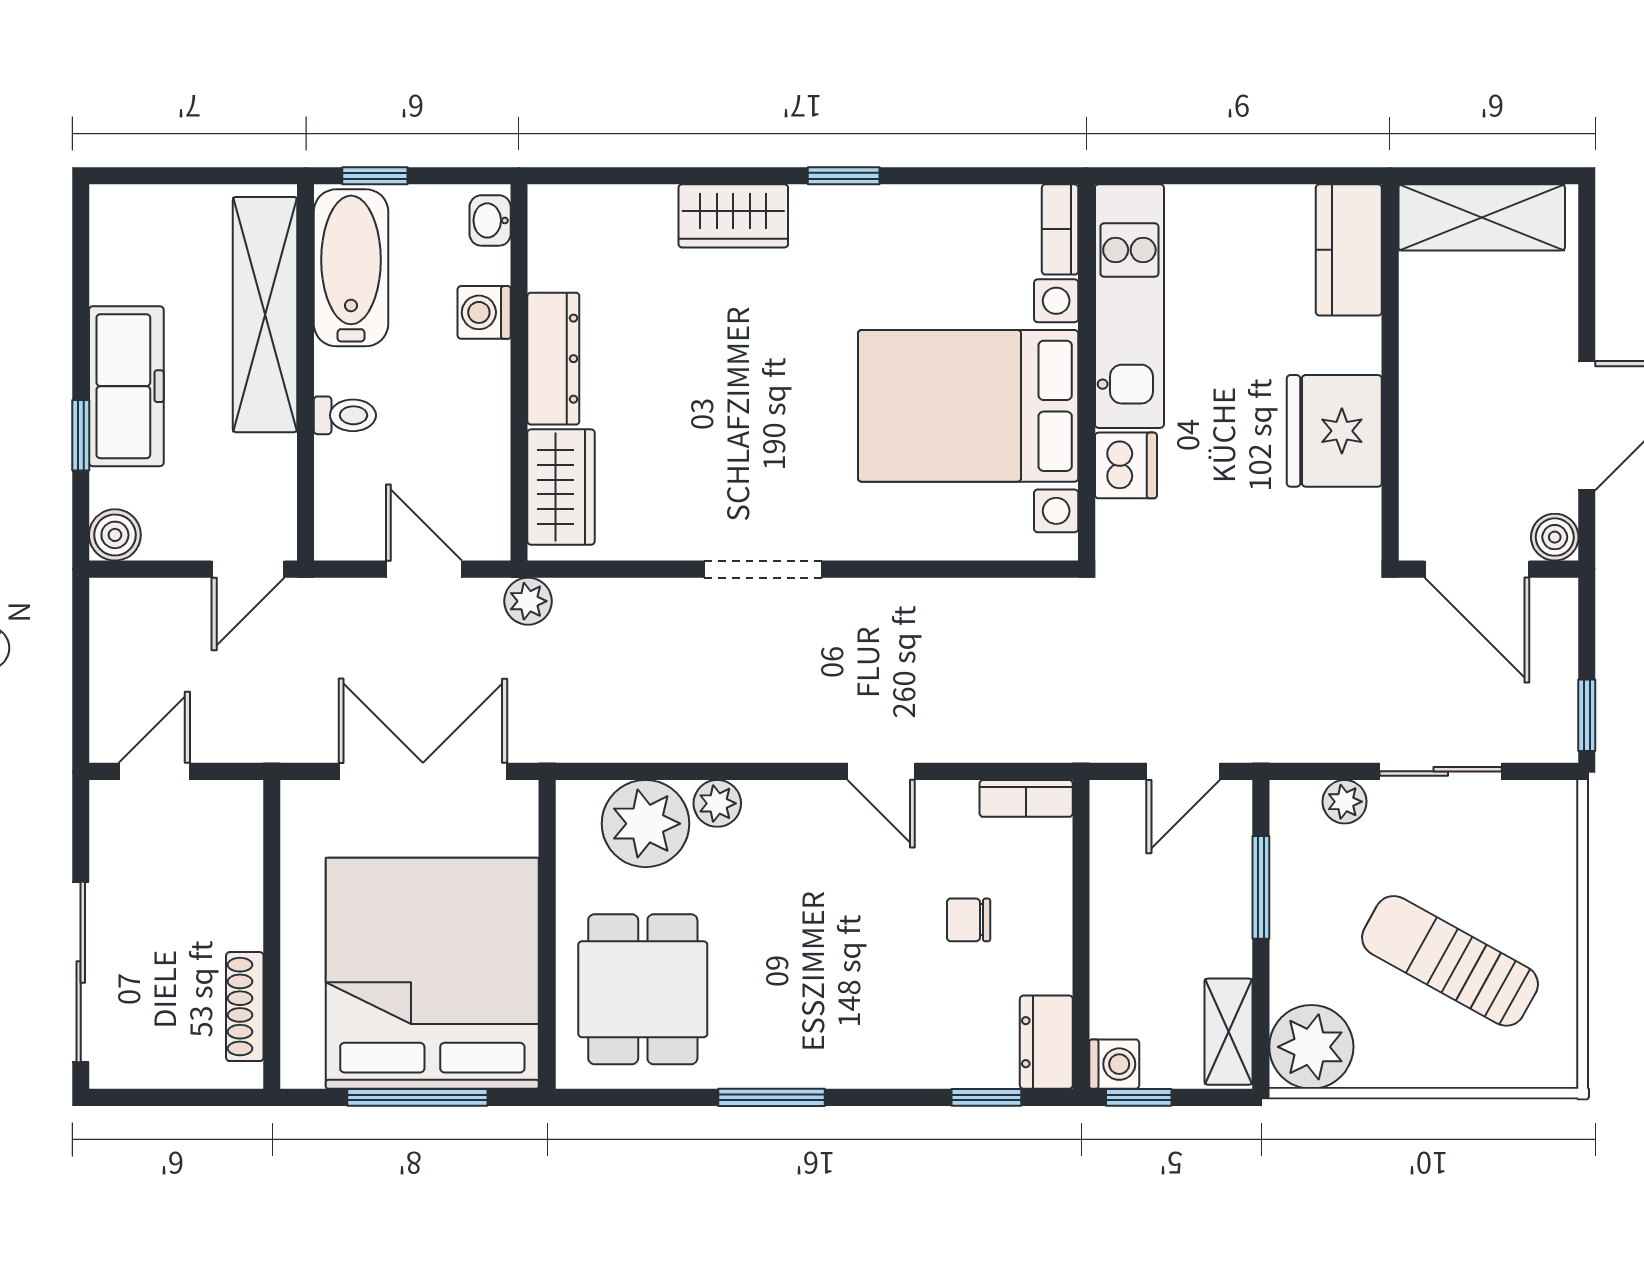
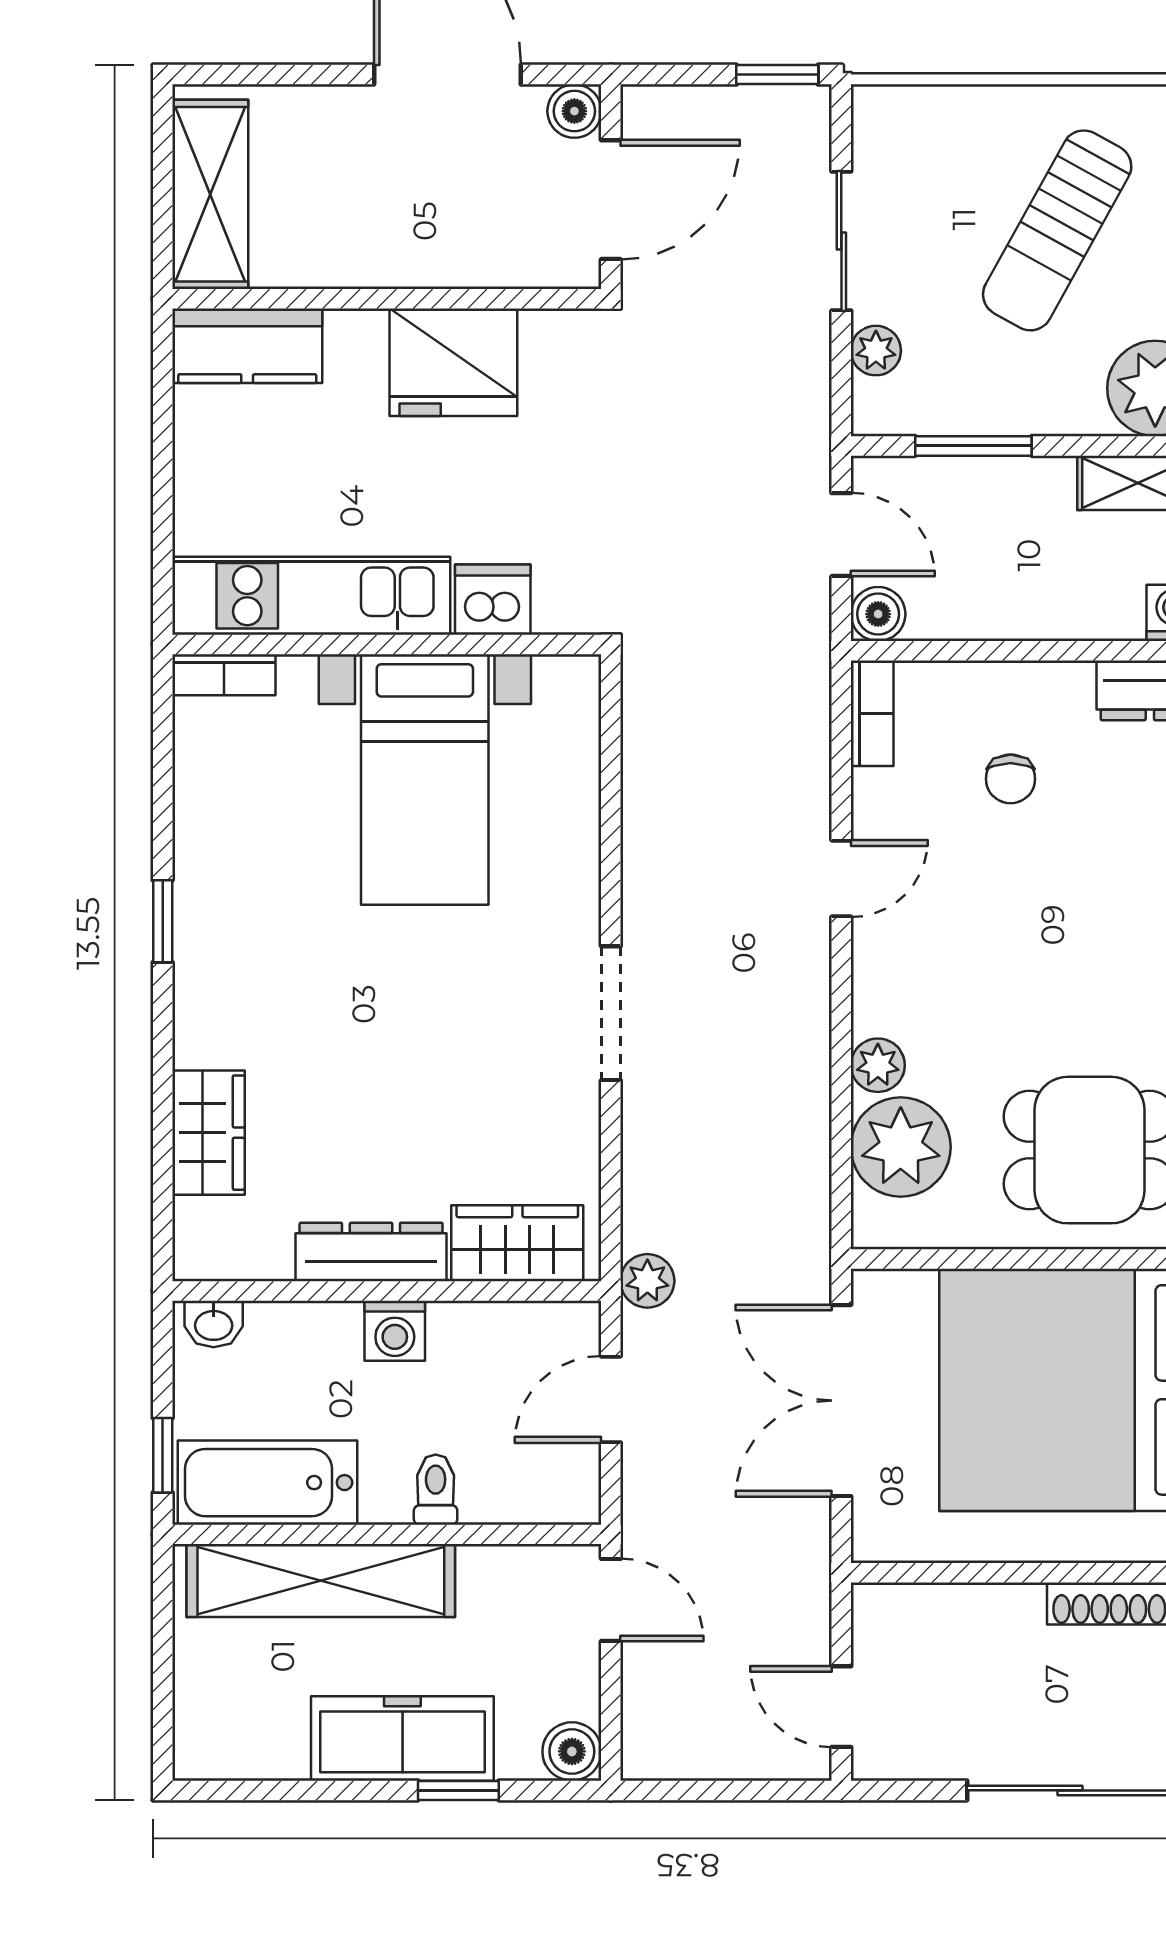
wardrobe: (733, 216) -> (208, 1133), moved
washing machine: (484, 312) -> (395, 1331), moved
bed with nightstands: (968, 406) -> (425, 779), width x0.73
boiler: (1113, 804) -> (878, 614), added

